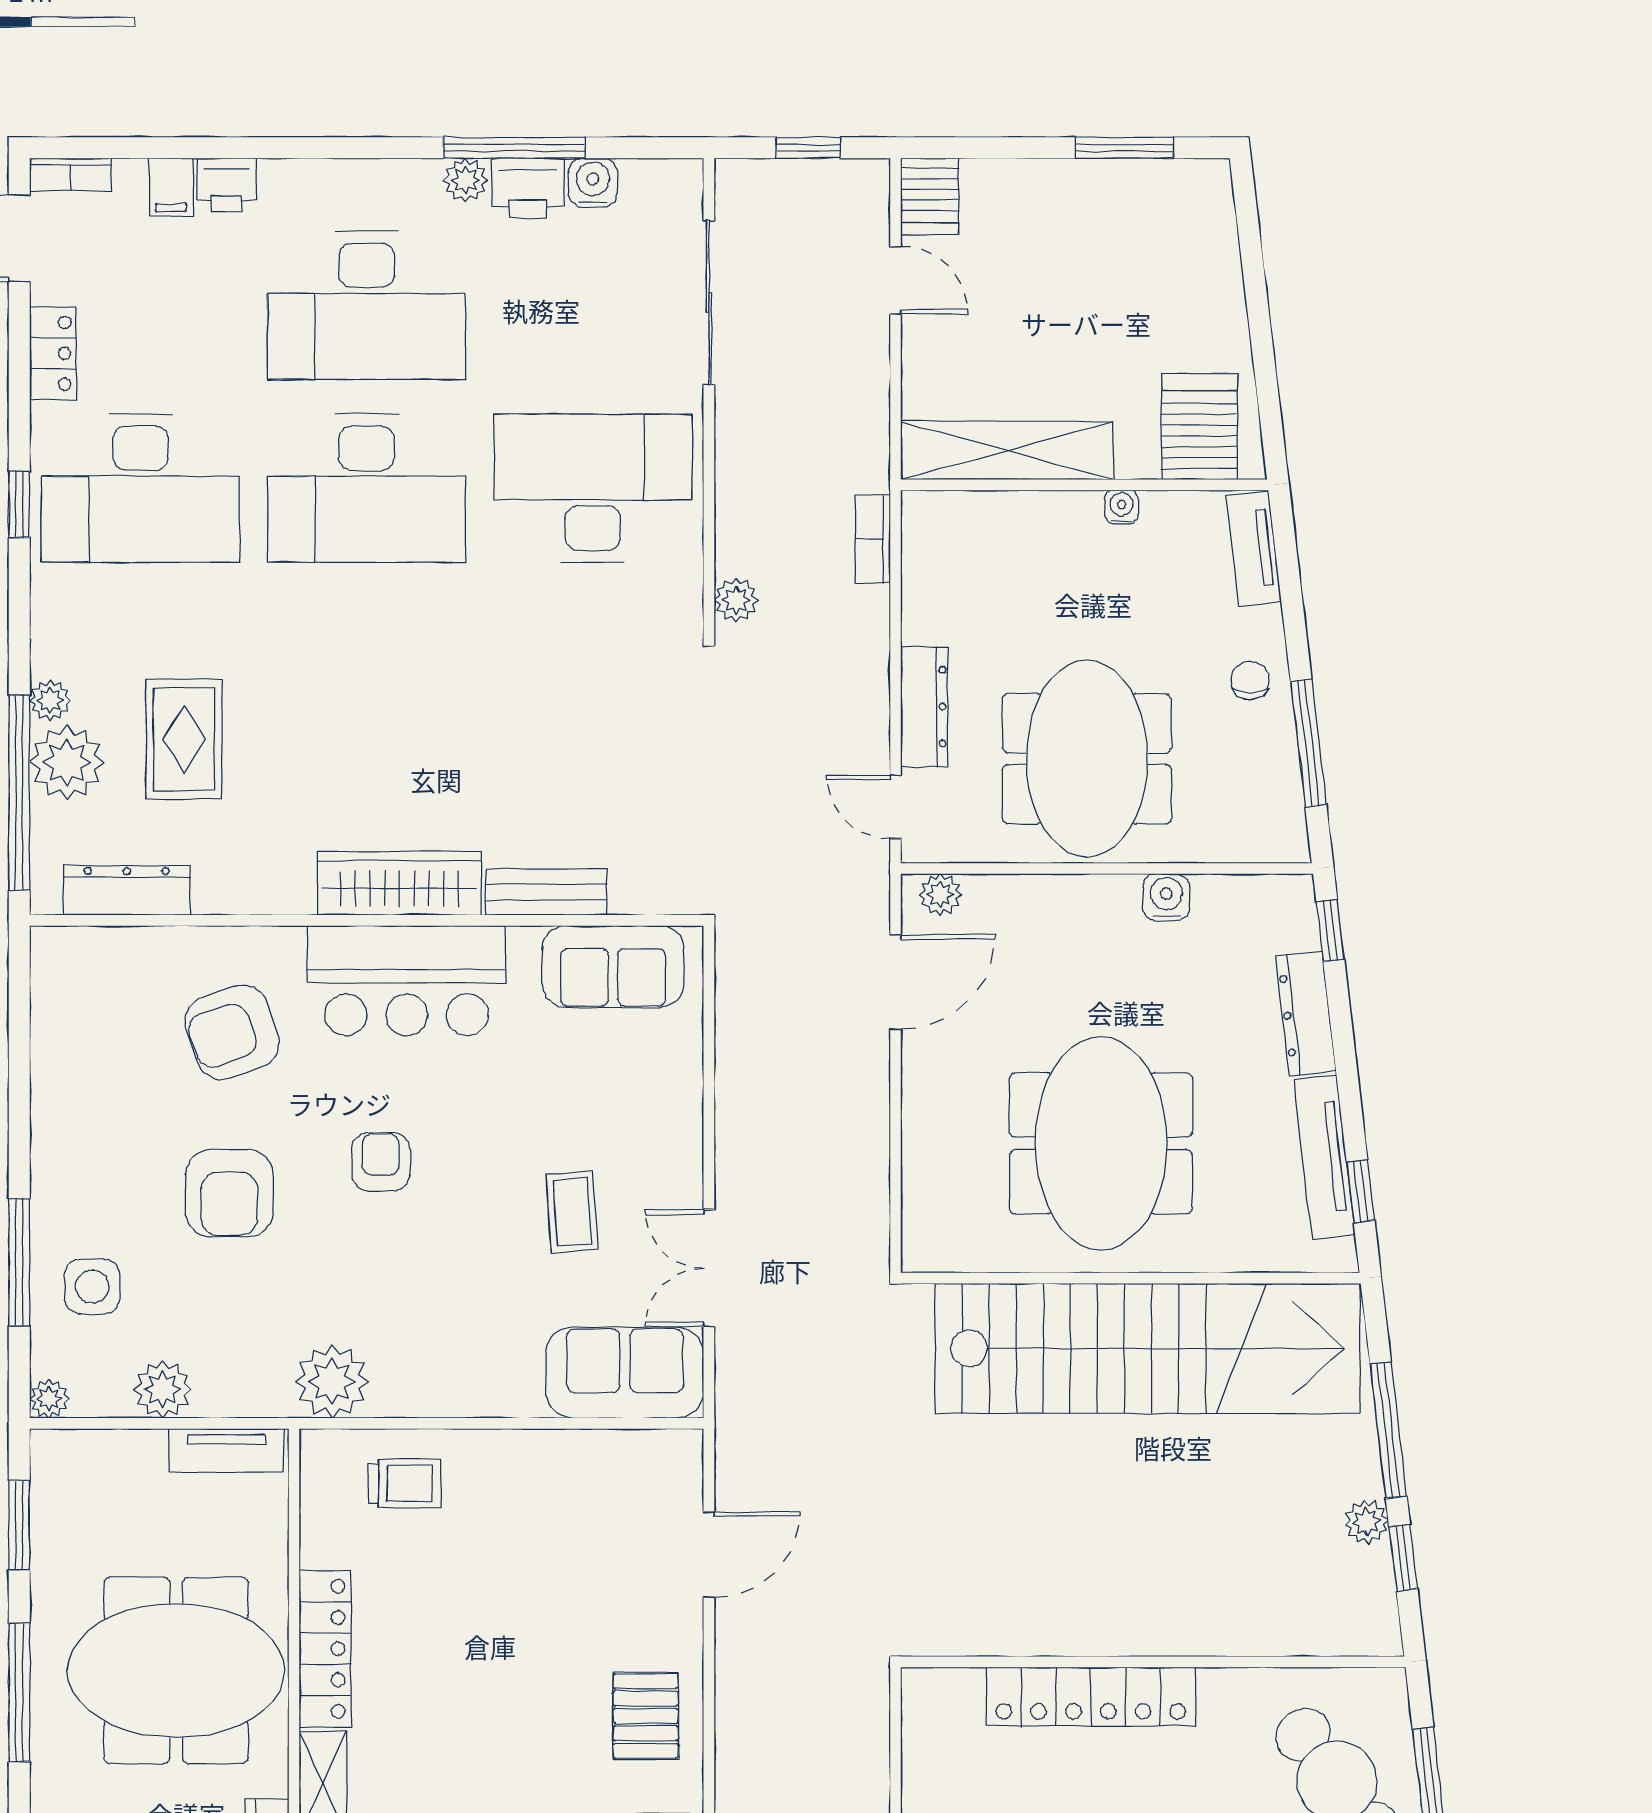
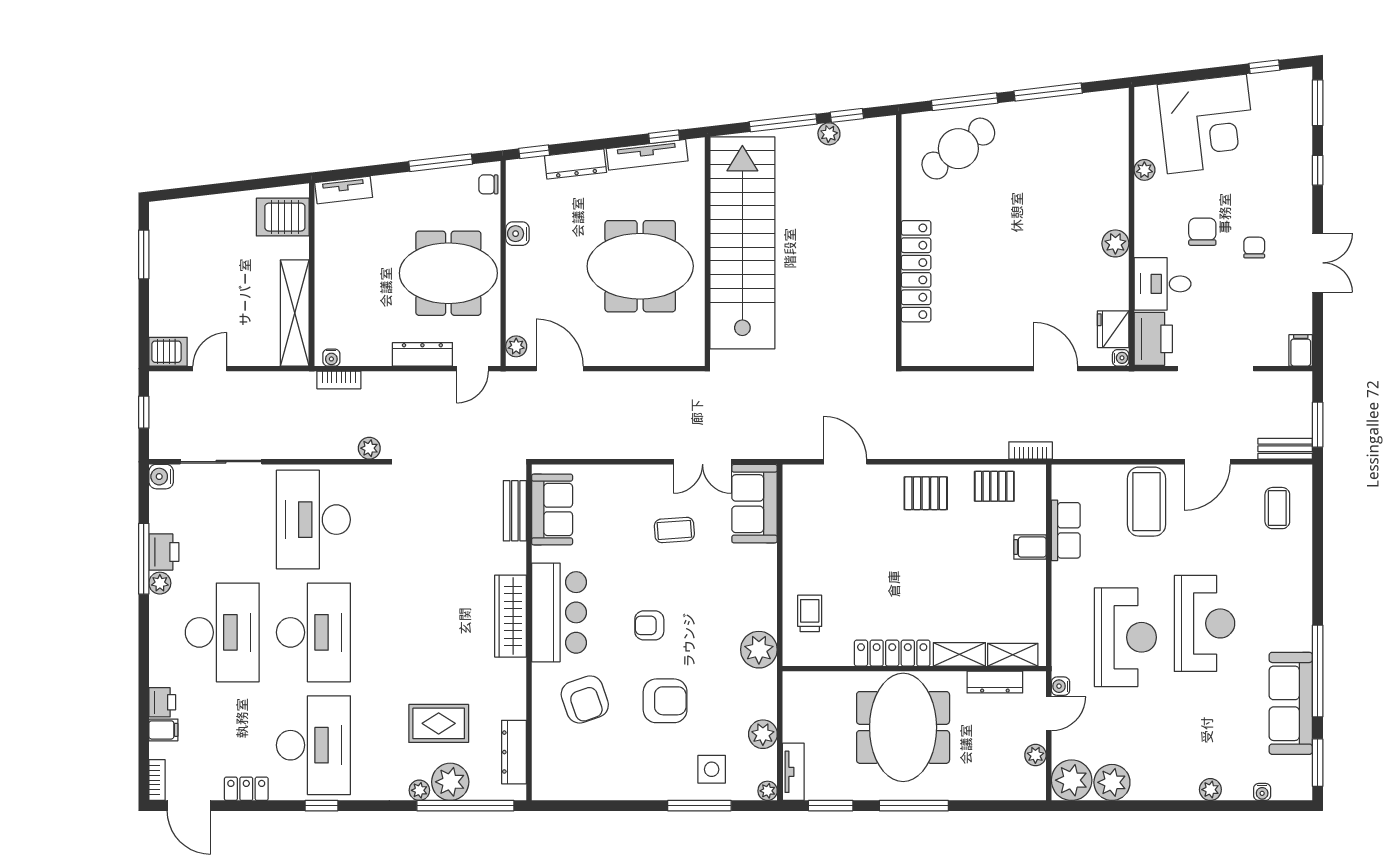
water cooler: (593, 183) -> (161, 477), moved
water cooler: (1121, 507) -> (331, 358), moved, turned -90
chair: (1250, 680) -> (488, 184), moved
bench: (546, 892) -> (515, 511), moved
tv unit: (226, 1450) -> (793, 772), moved

